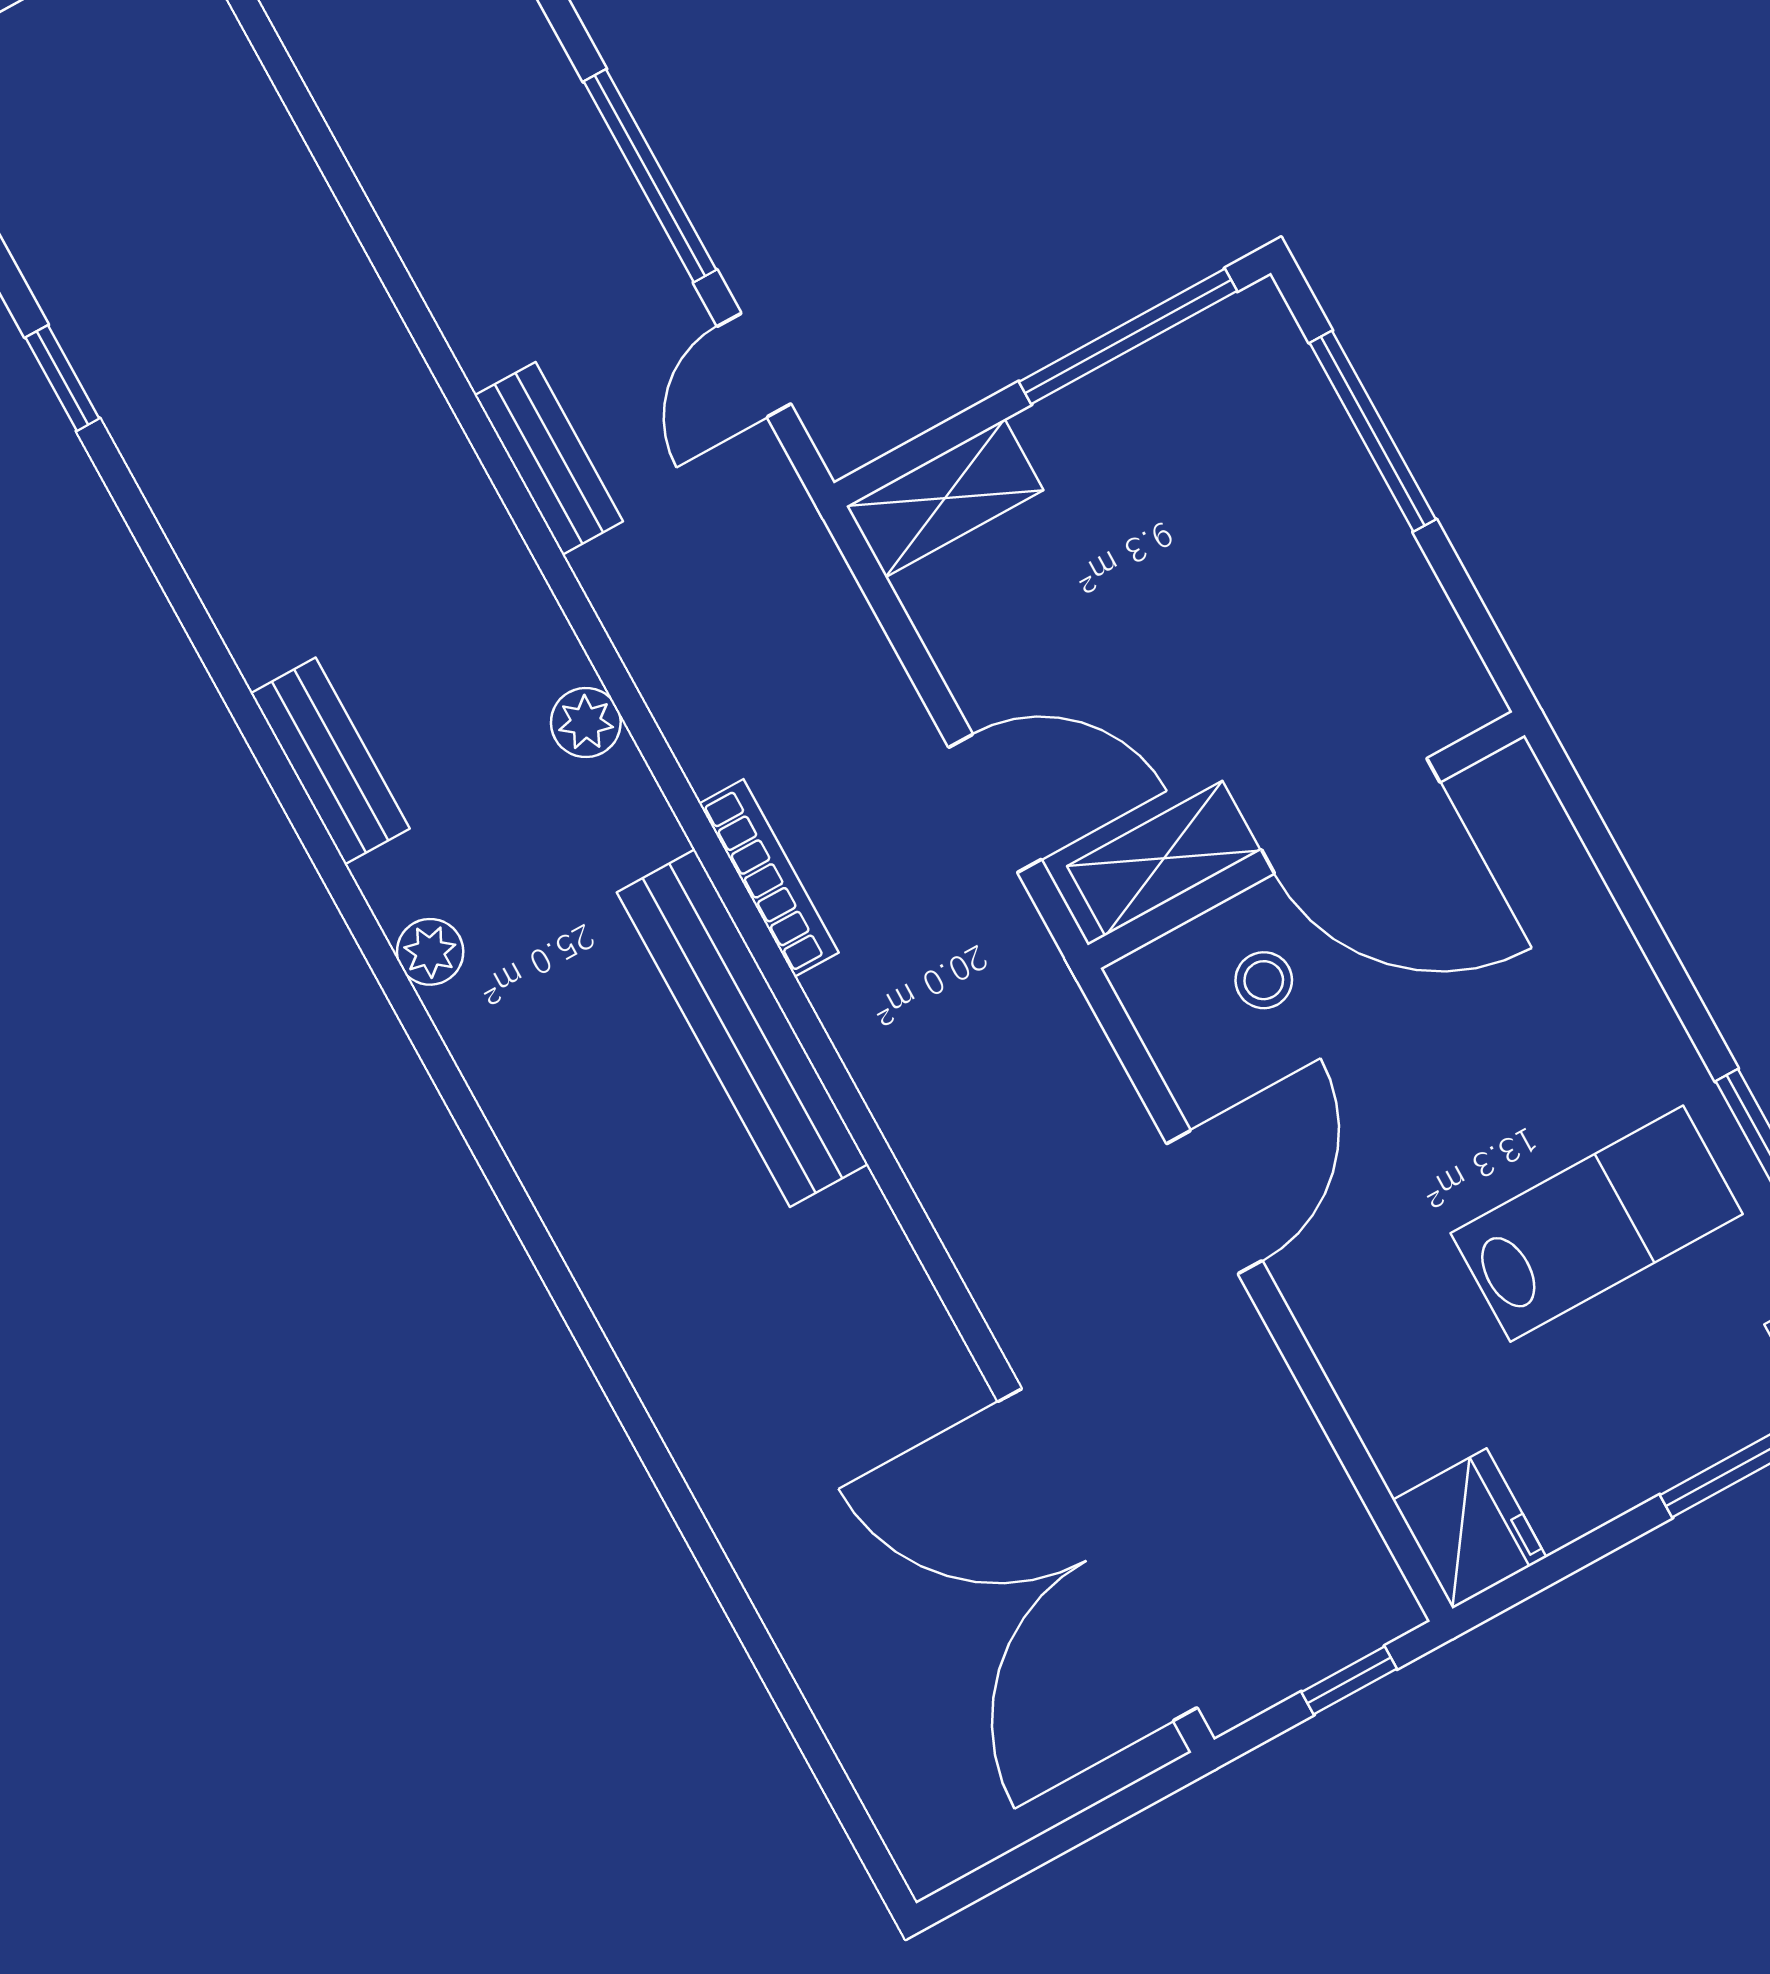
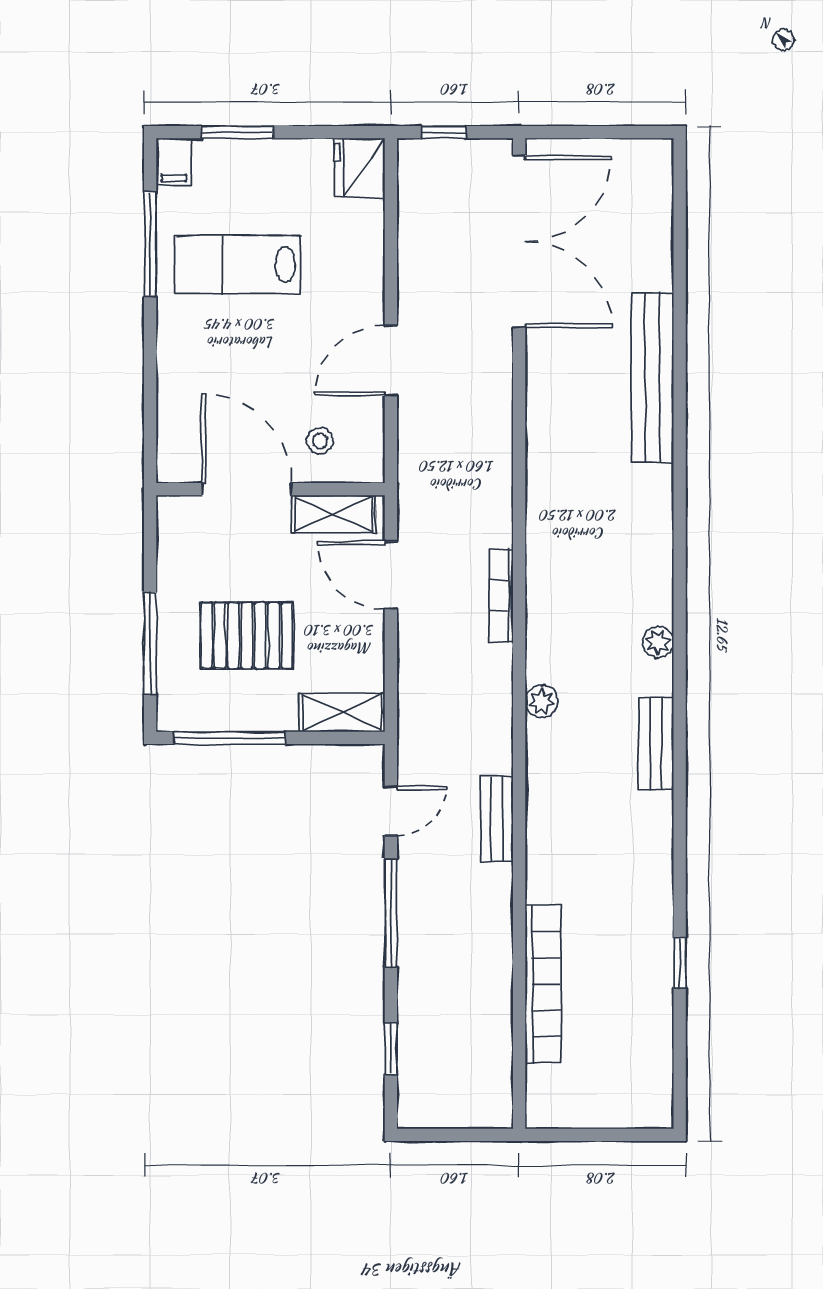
bookcase: (294, 199) -> (543, 984), added
pallet: (1201, 544) -> (247, 636), added
bench: (742, 1028) -> (652, 378), moved

